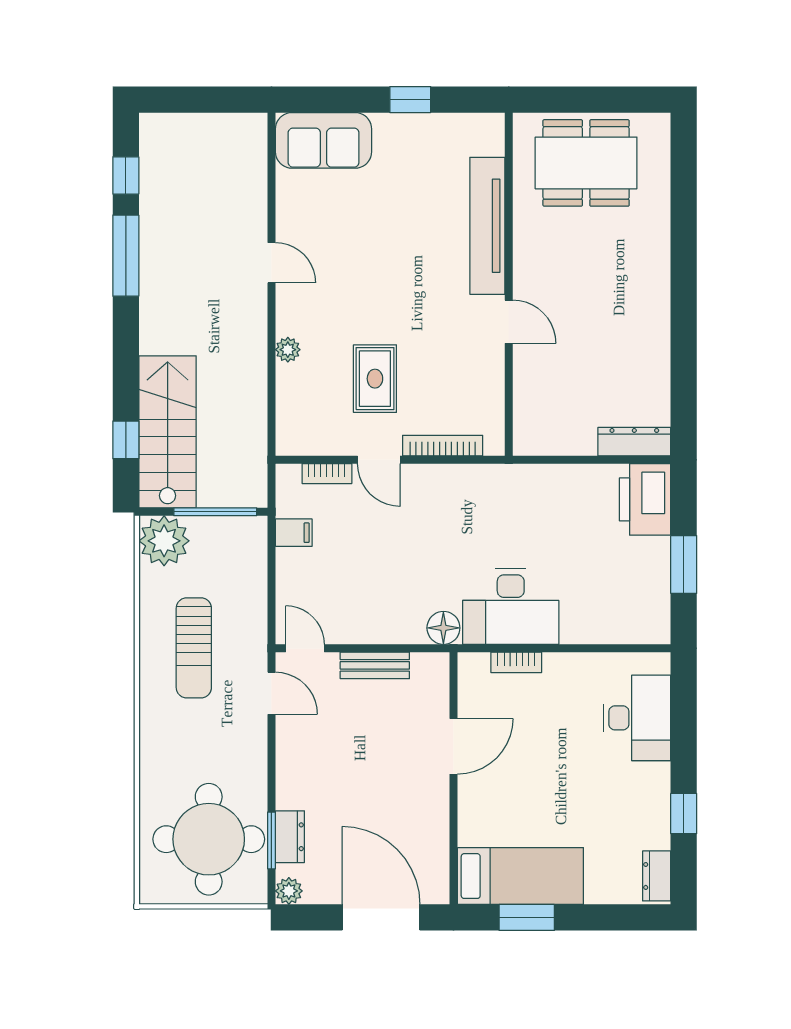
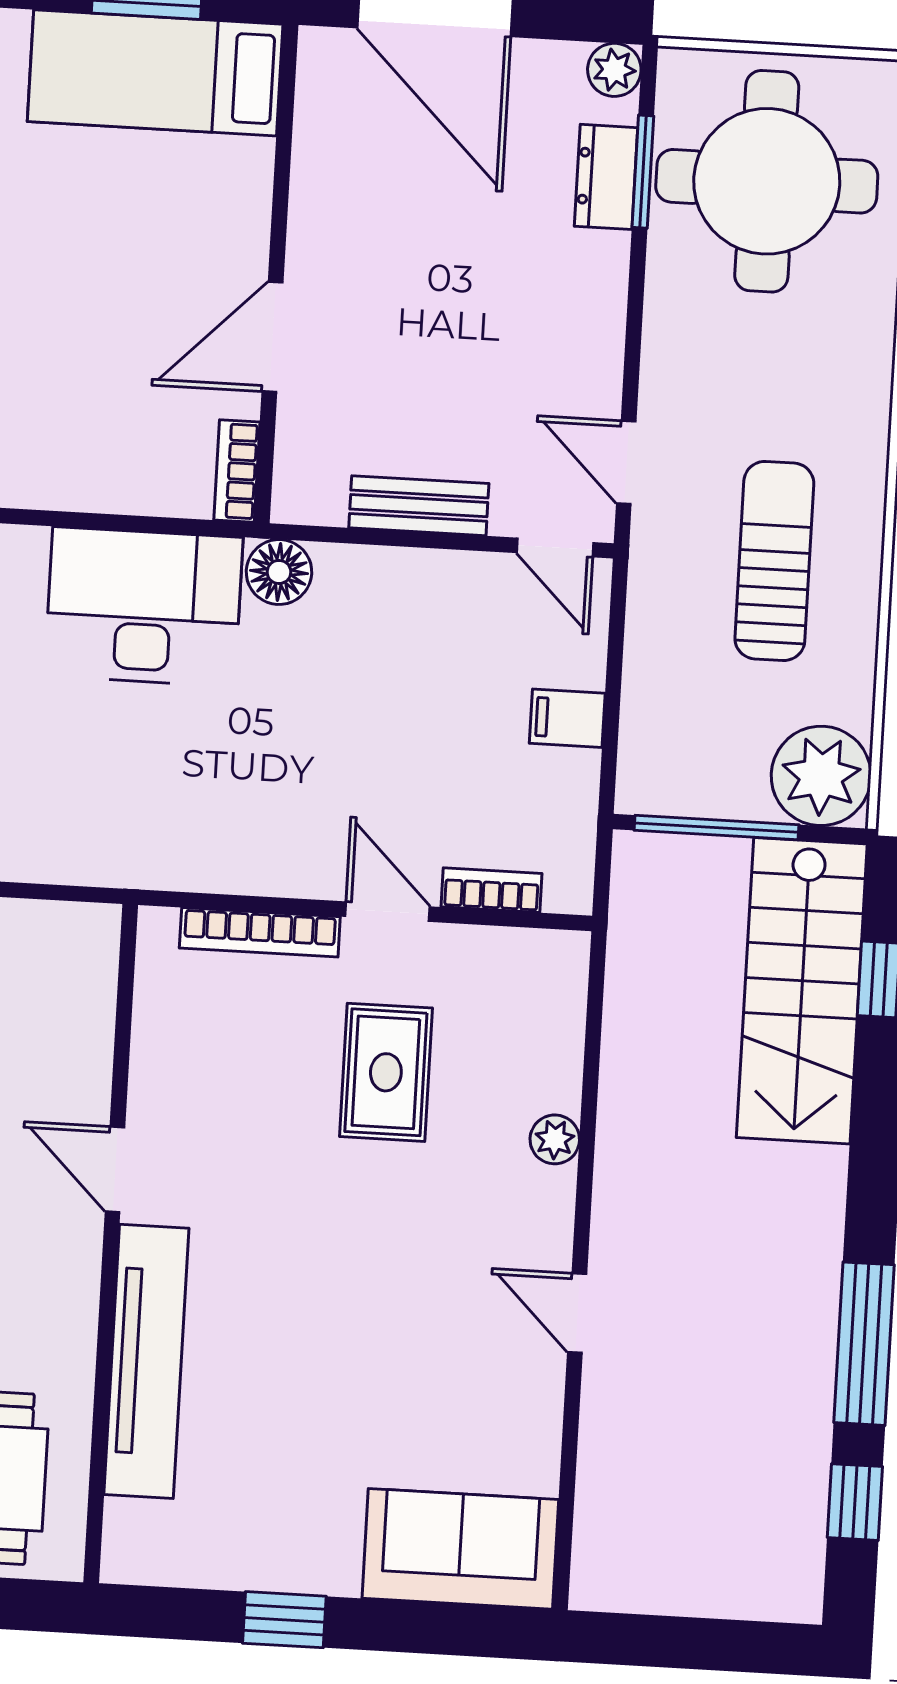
filing cabinet: (294, 533) -> (567, 718), moved
bookcase: (516, 662) -> (237, 471), moved, turned -90

